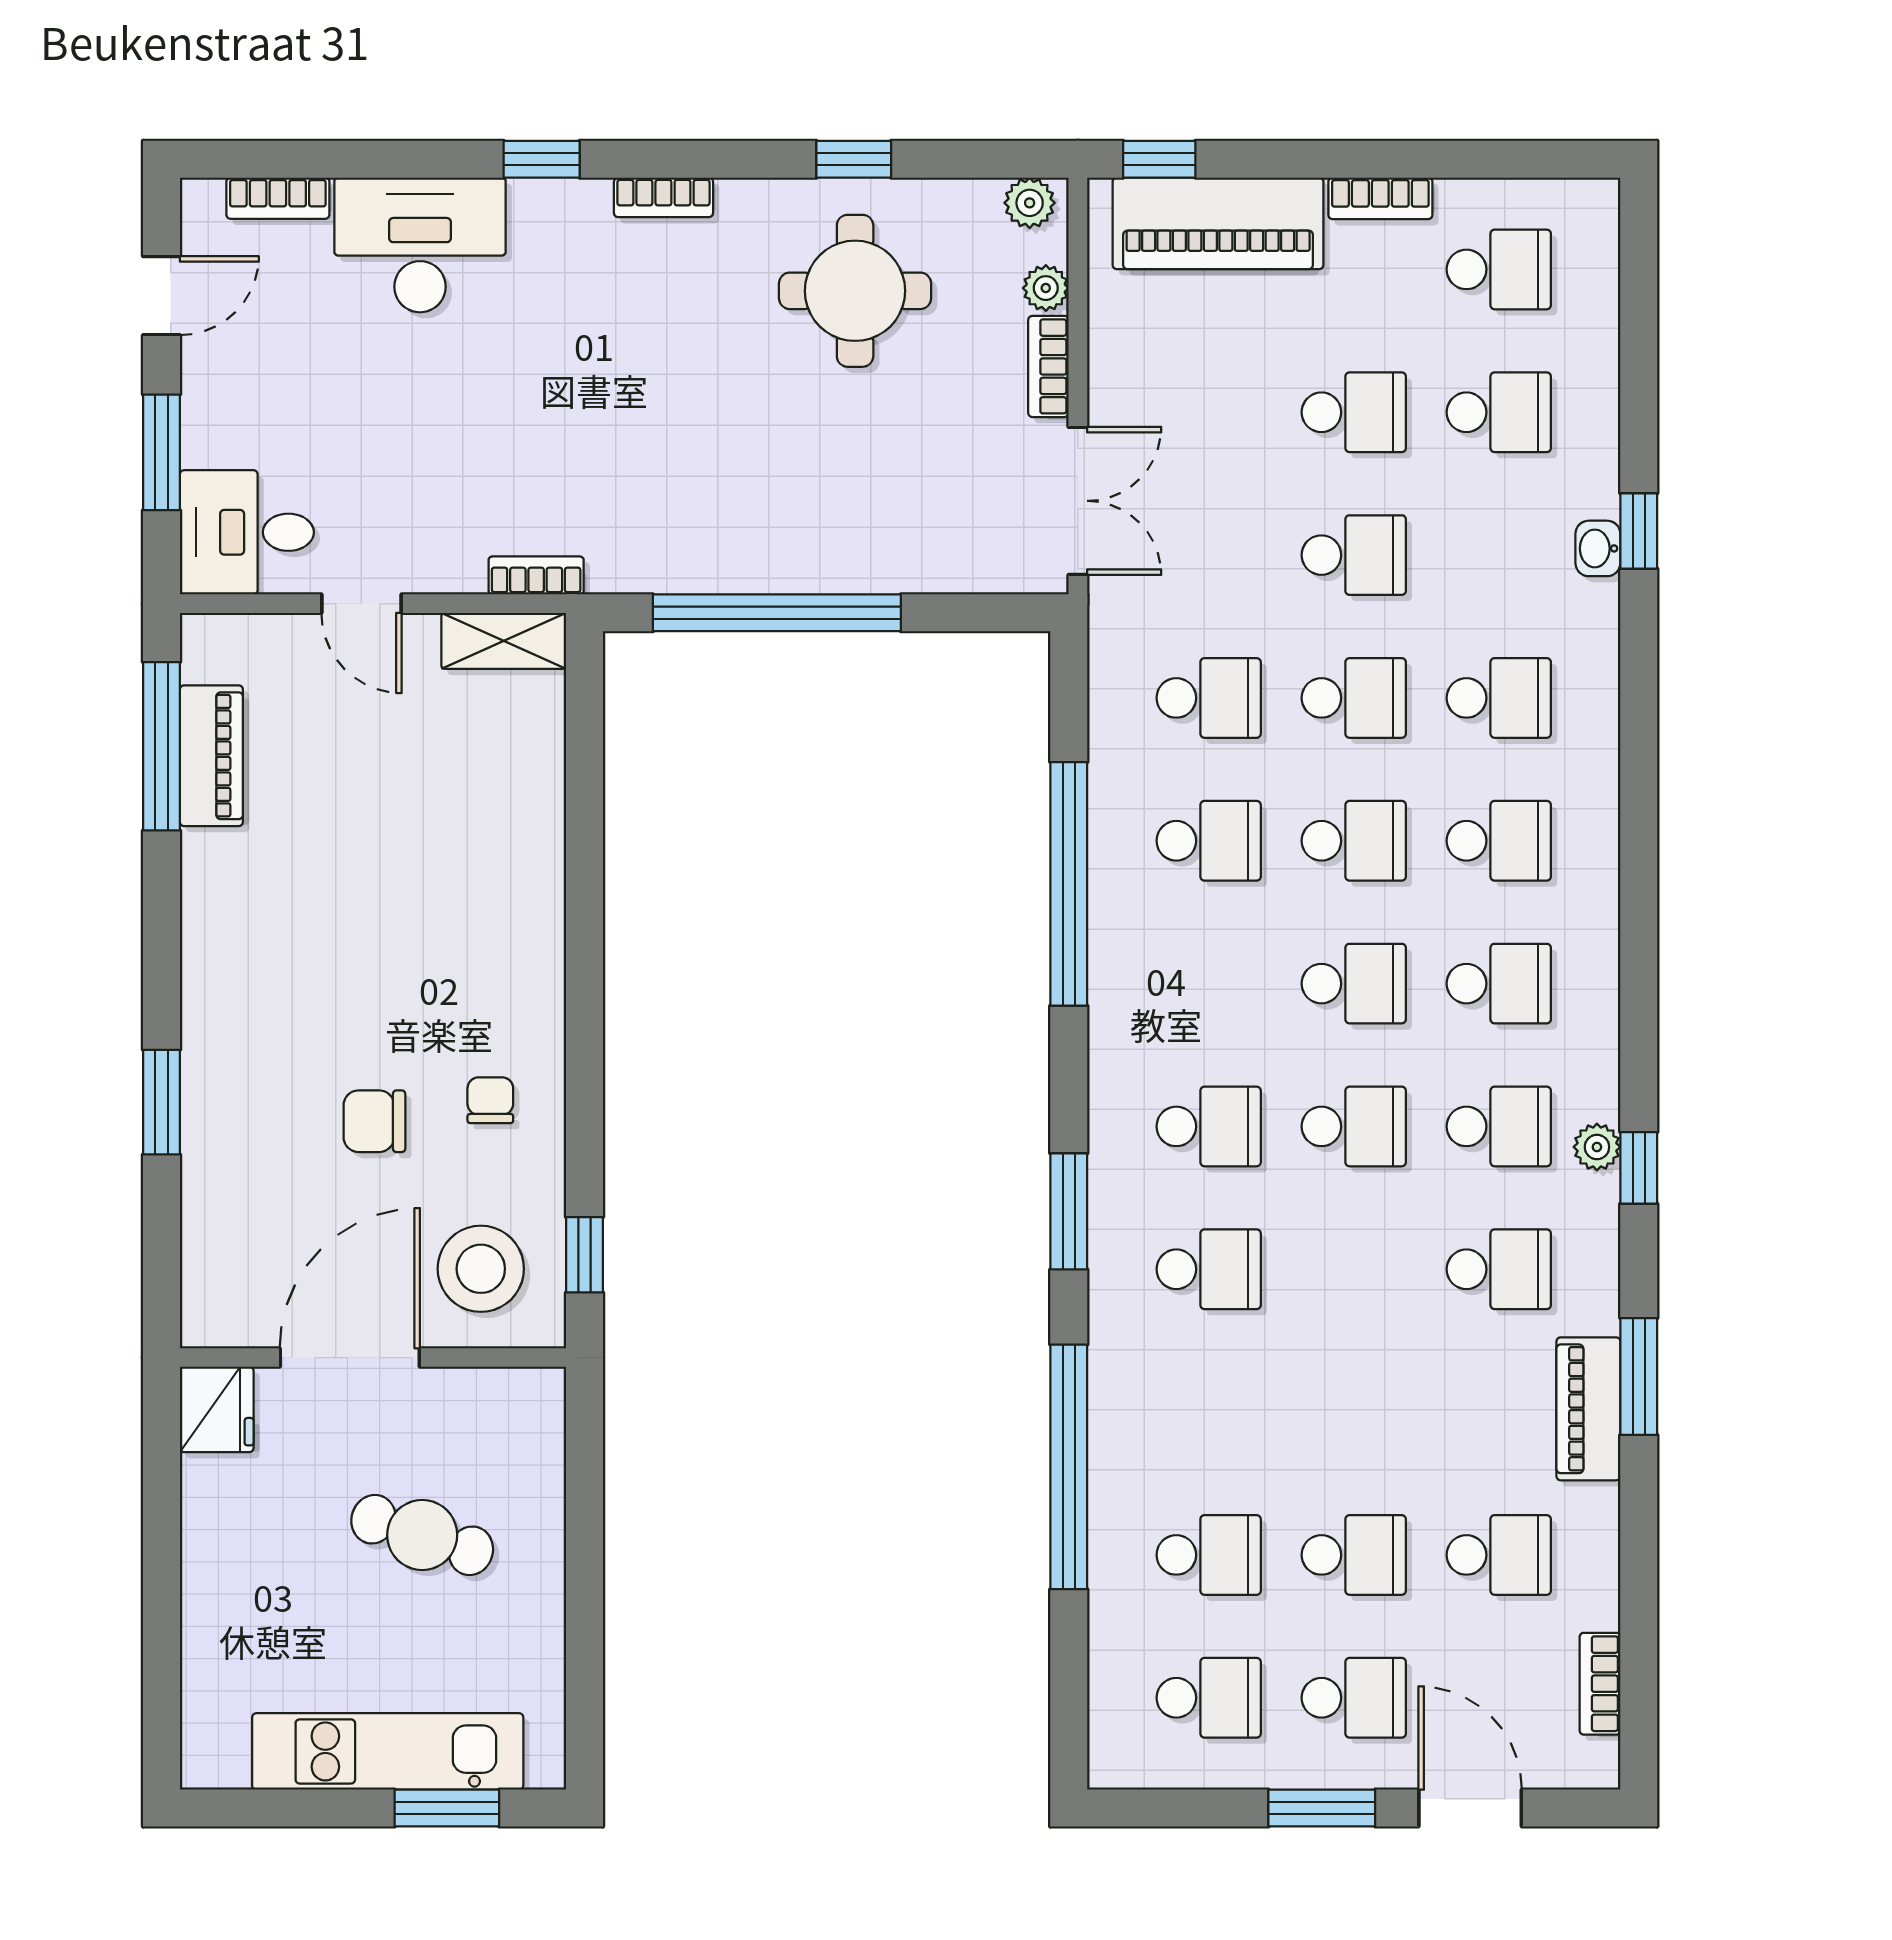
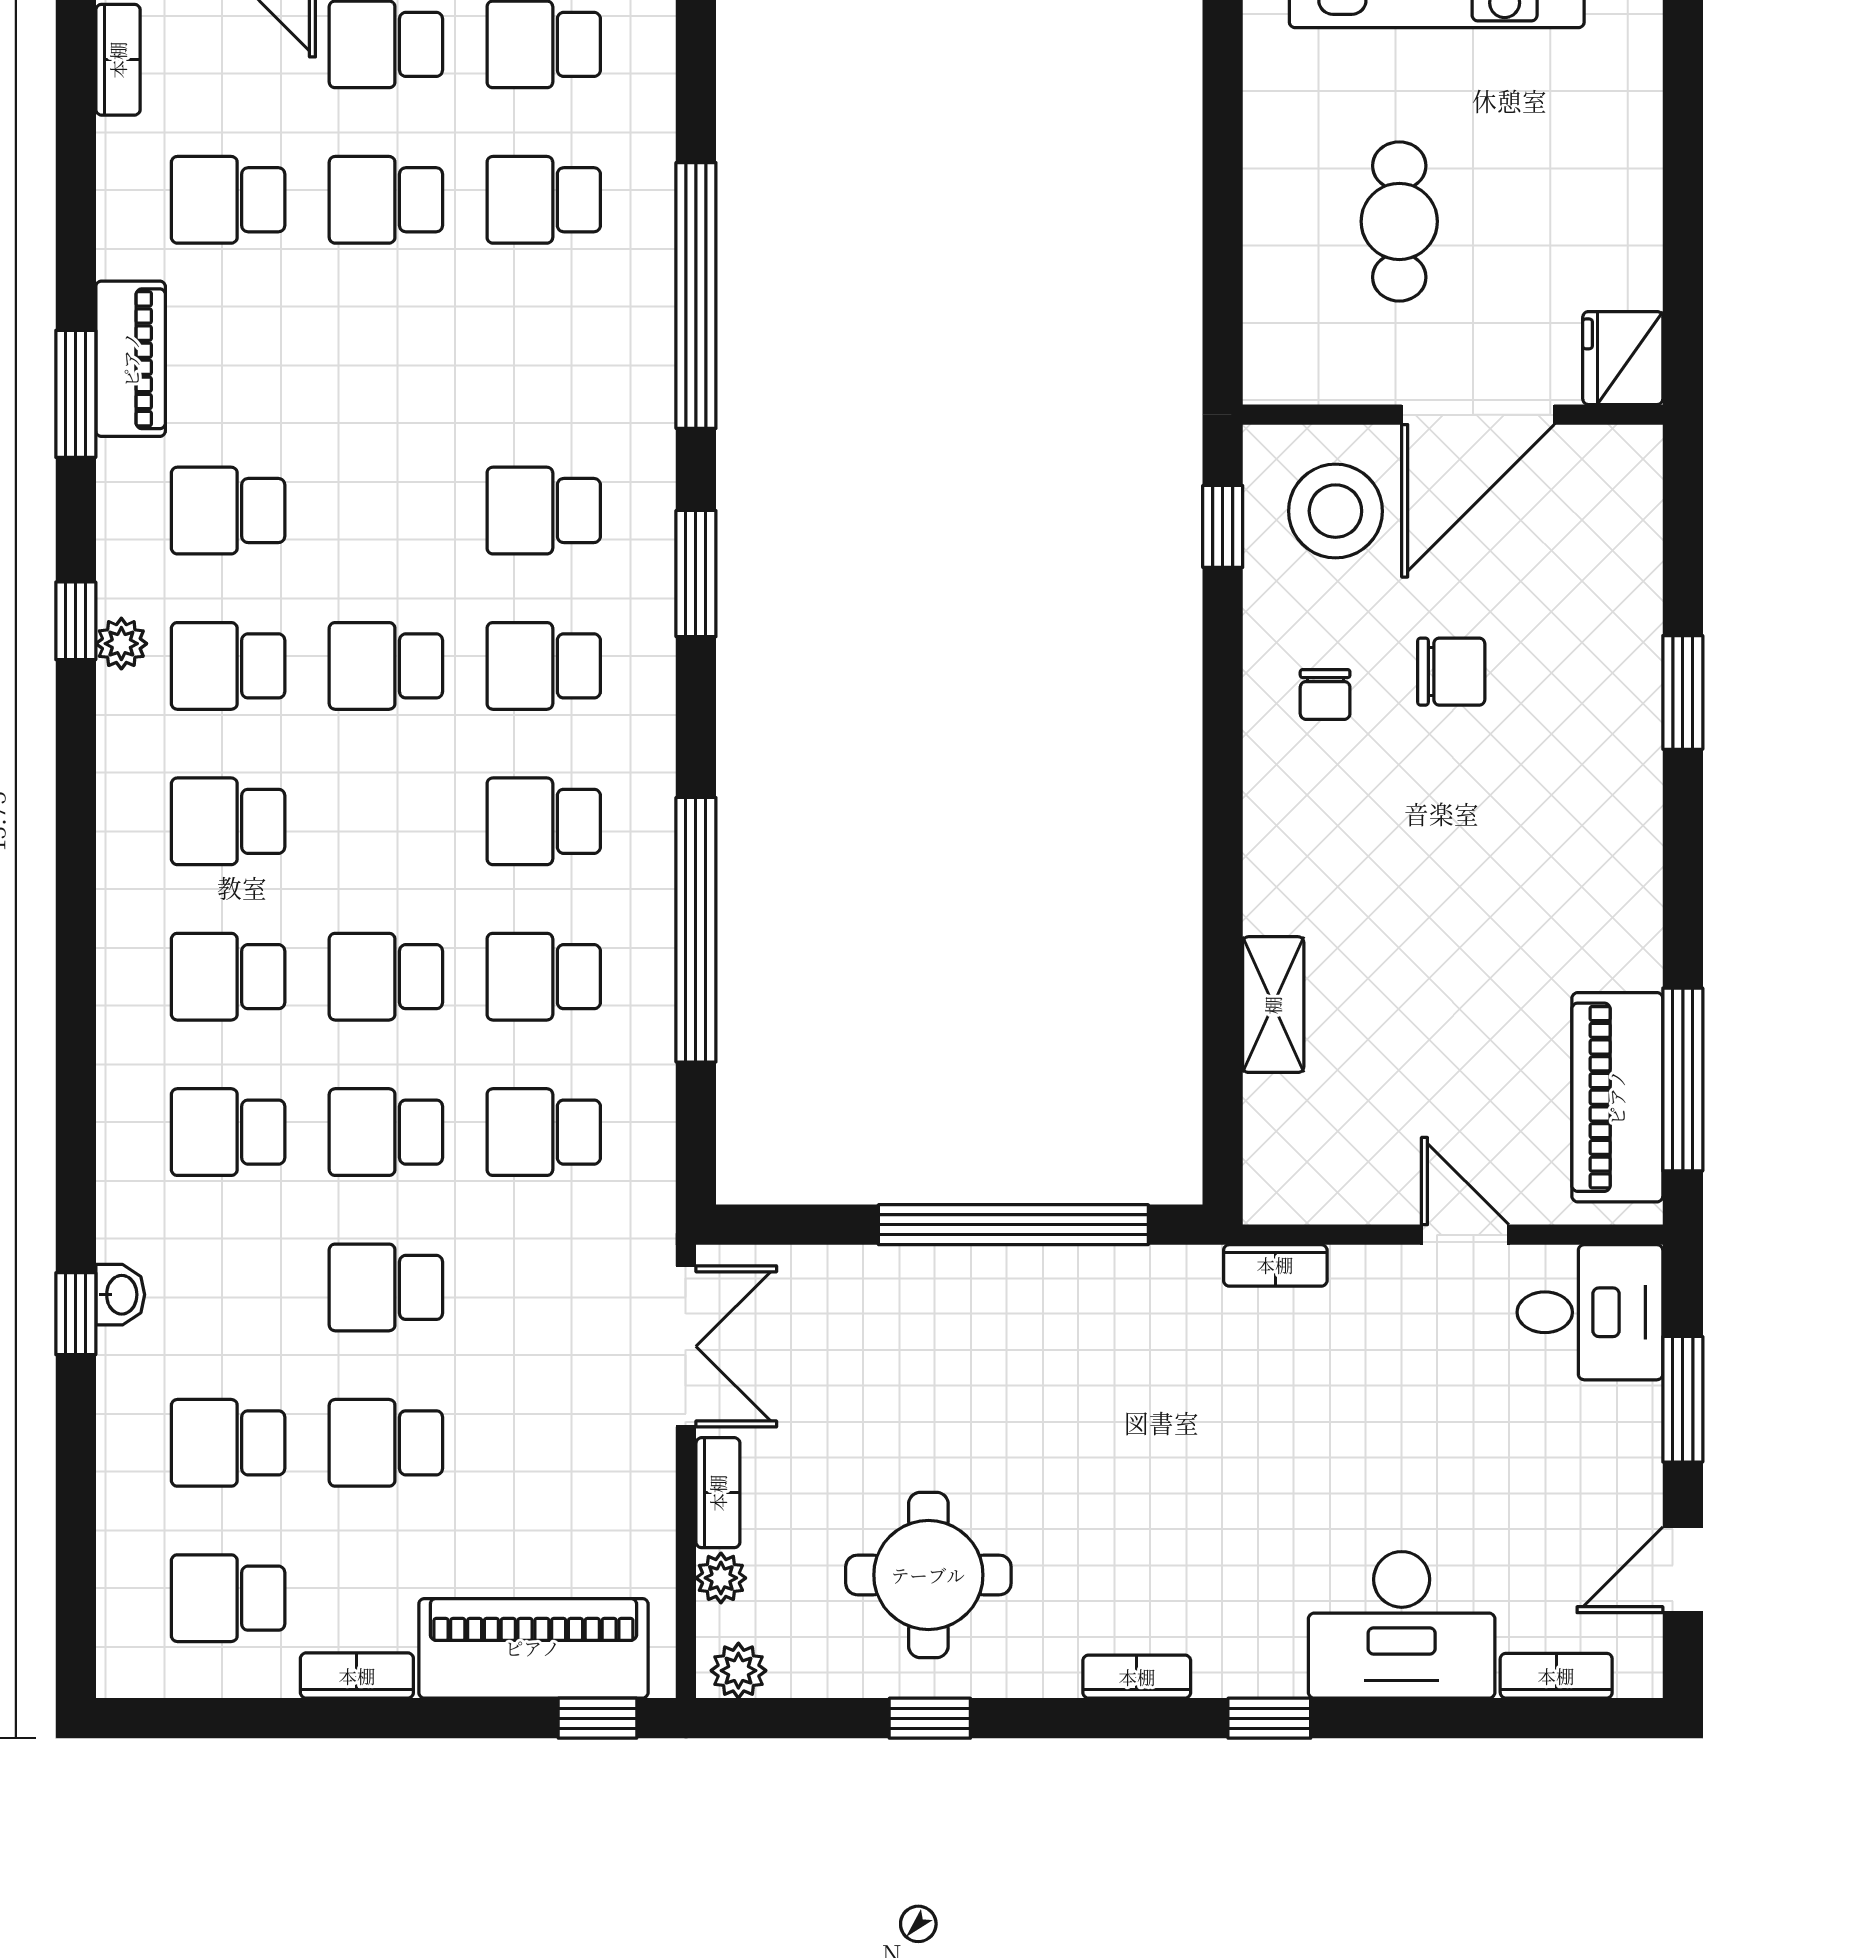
double door: (1078, 501) -> (686, 1346), swing flipped
shelving: (504, 641) -> (1273, 1005), moved, turned 90
piano: (211, 756) -> (1617, 1097), width x1.37, depth x1.33
school desk: (1354, 984) -> (544, 821), moved
cafe table: (422, 1535) -> (1399, 221), turned 72

